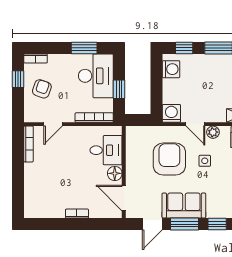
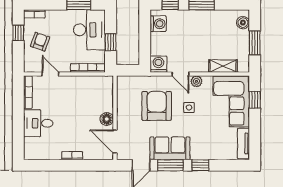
door: (53, 124) -> (50, 74), swing flipped
desk: (106, 150) -> (38, 123), moved, turned 180

